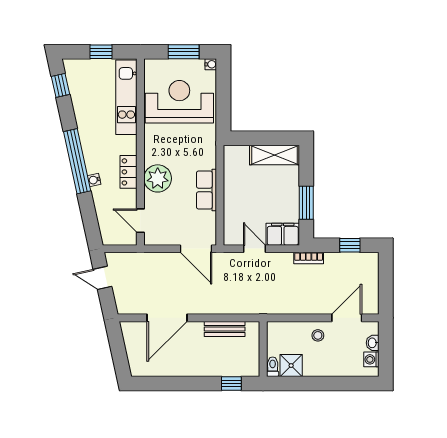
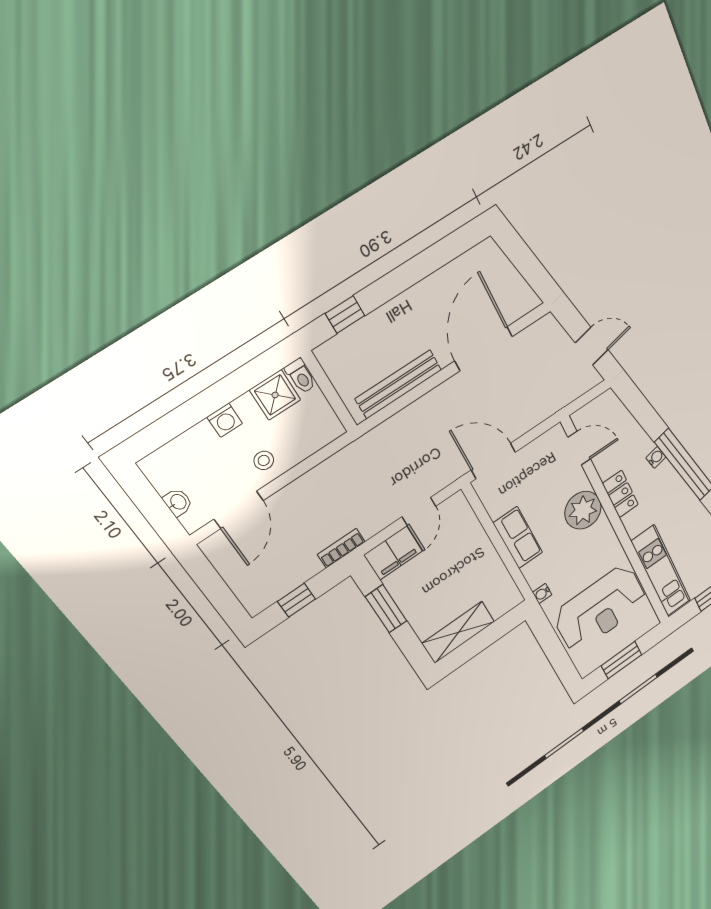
water cooler: (211, 64) -> (542, 593), moved
door: (255, 249) -> (419, 511), hinge flipped
bench: (225, 329) -> (398, 384), width x1.36
washing machine: (371, 359) -> (225, 420), moved, turned 90

